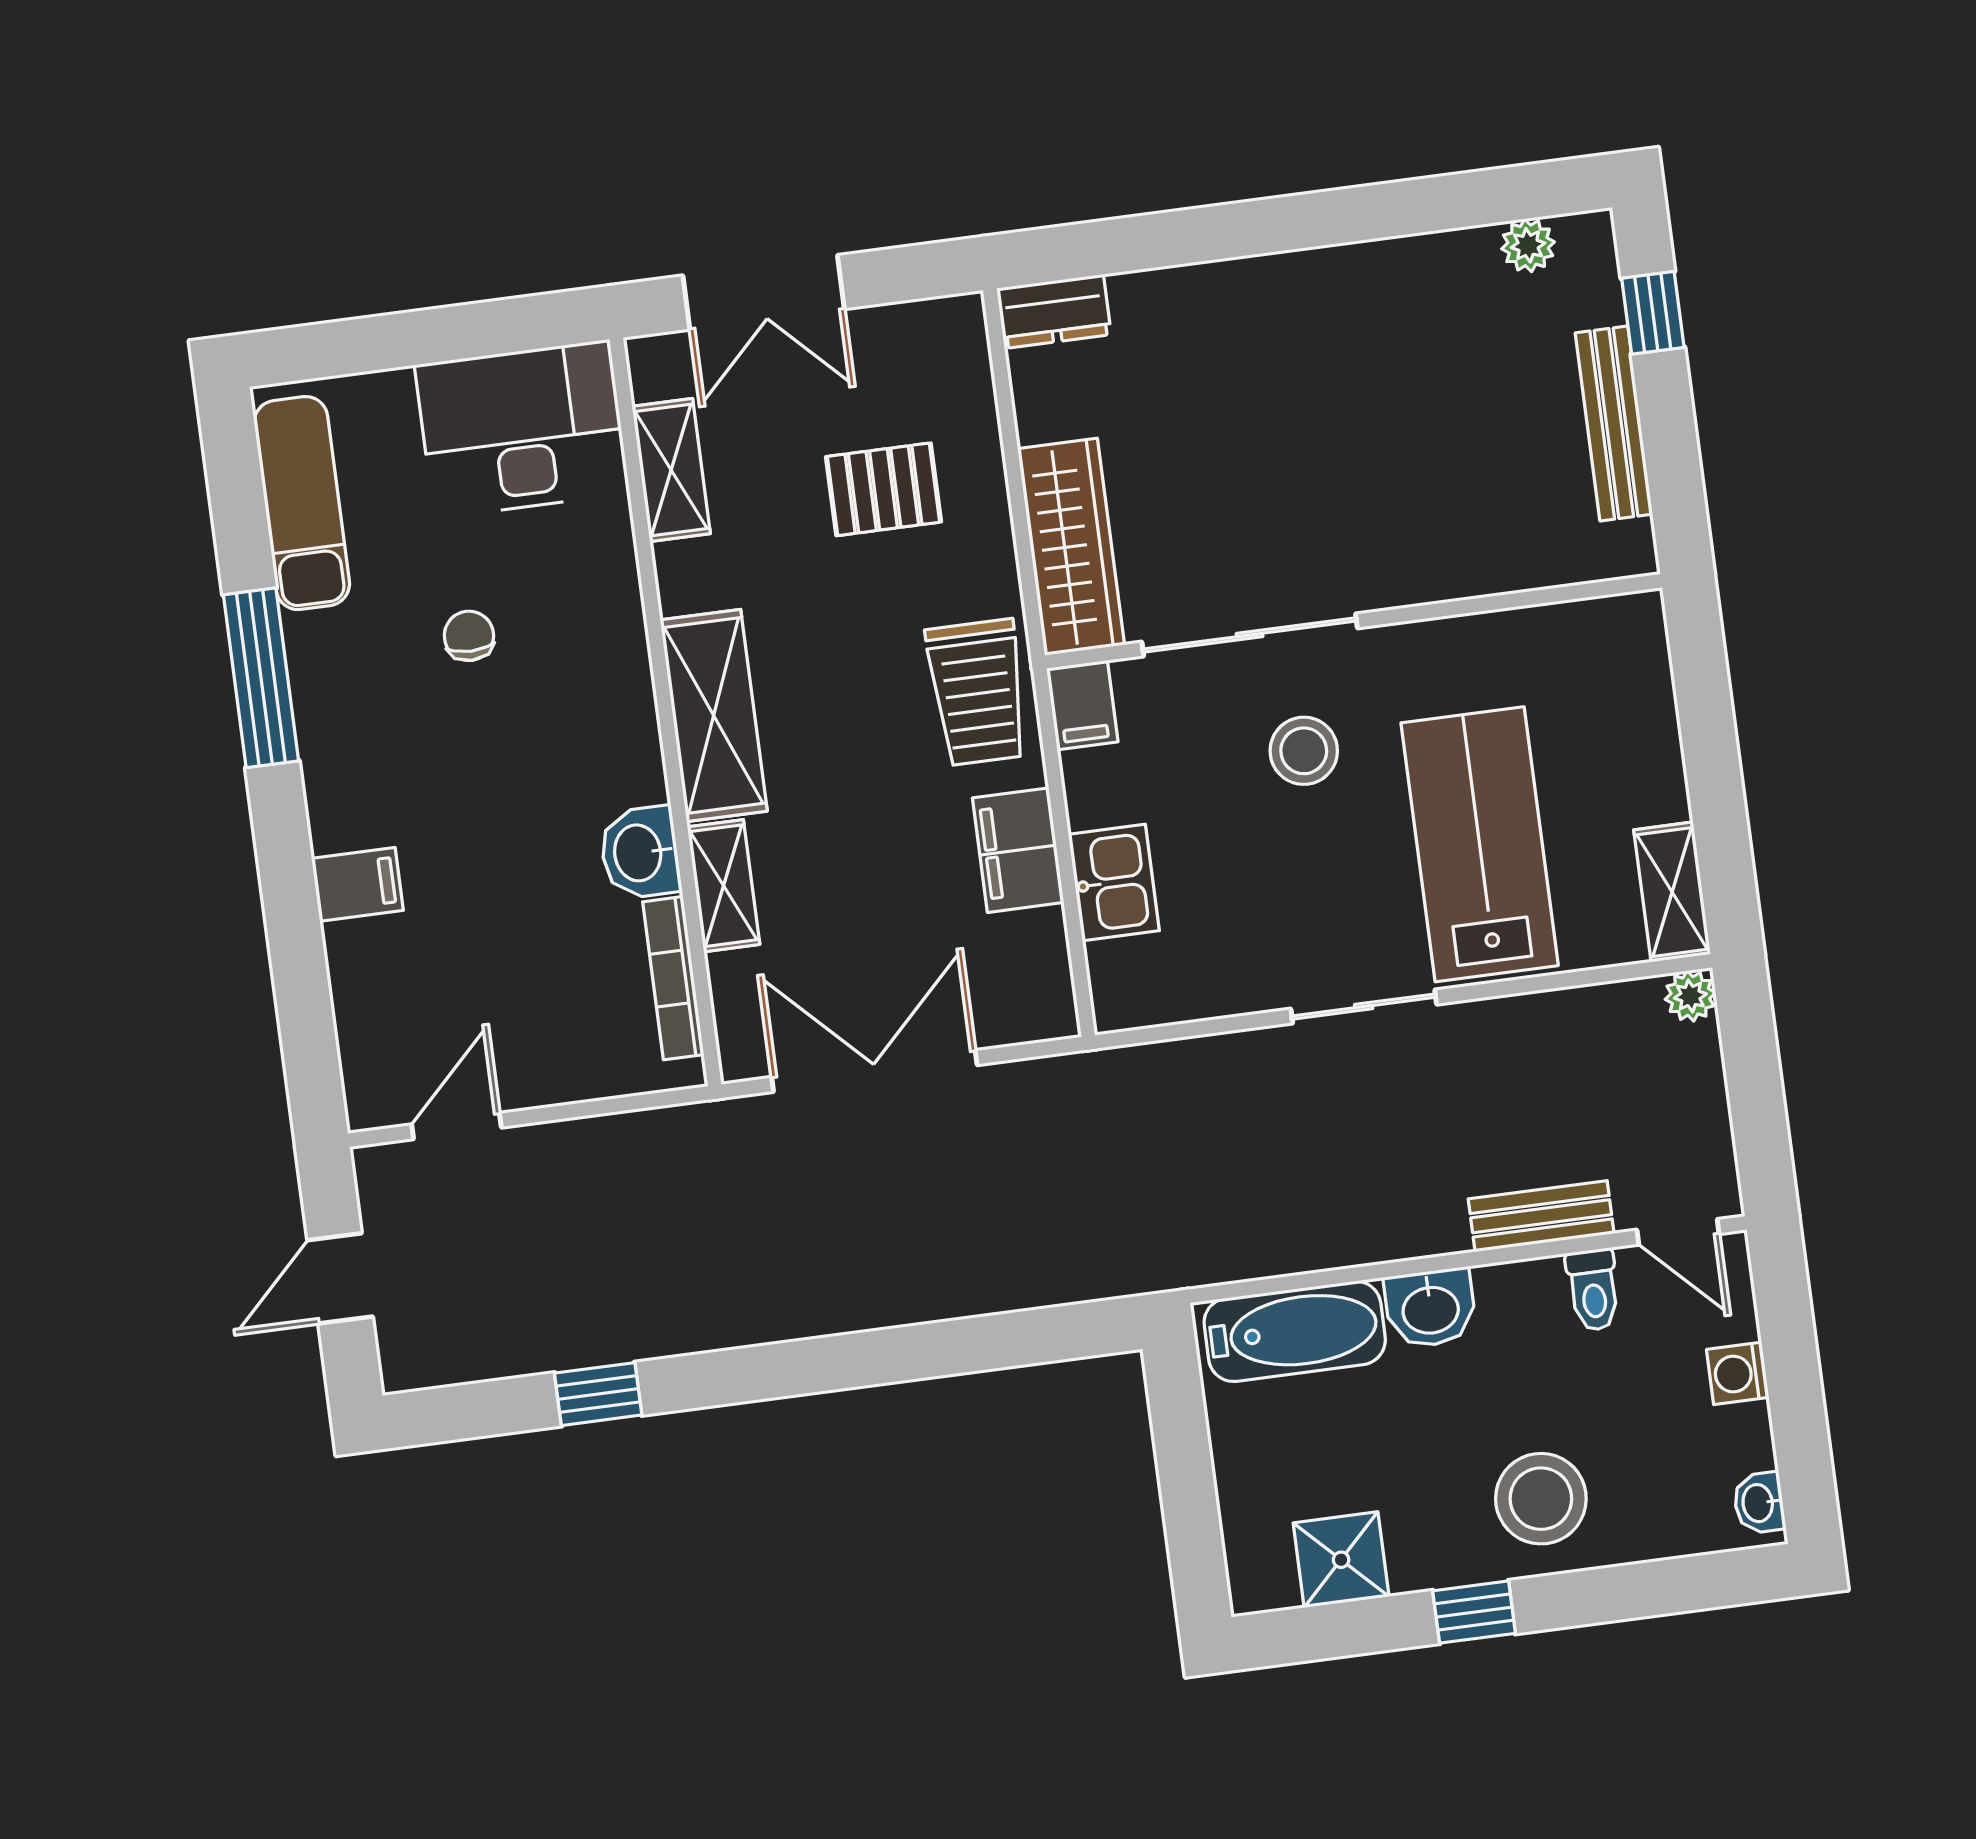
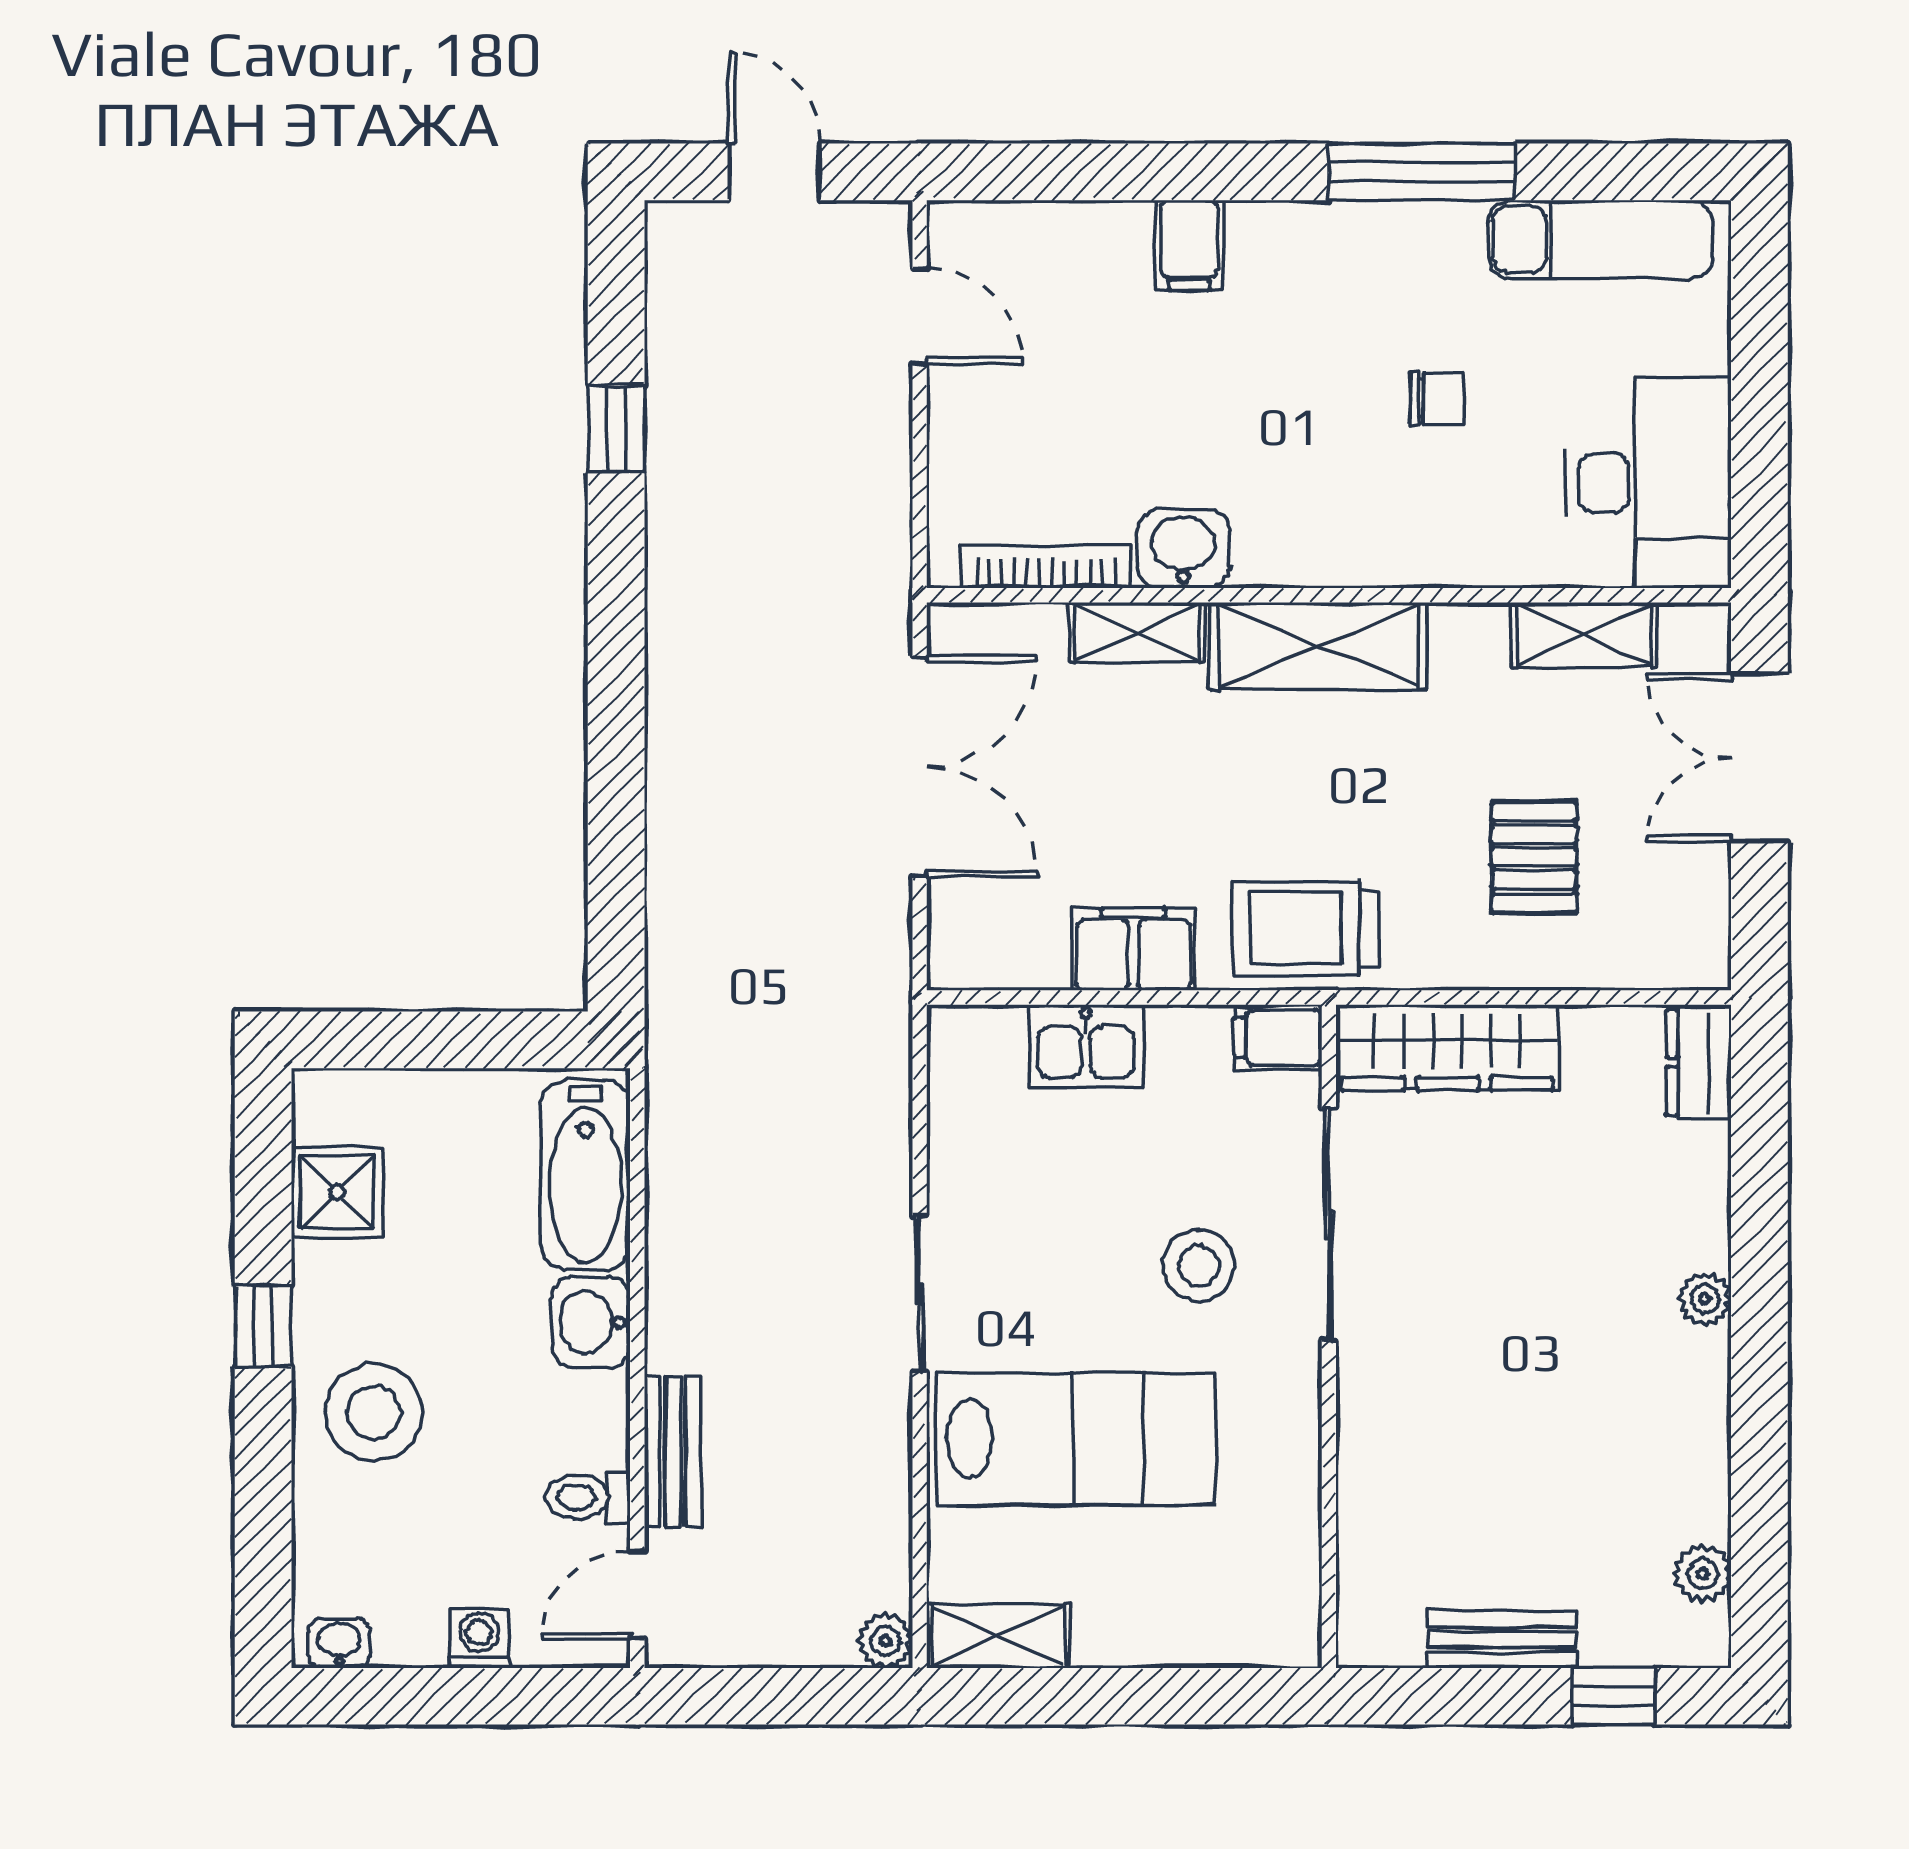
plant: (1273, 277) -> (1705, 1299), added
bench: (1614, 424) -> (1502, 1640), width x0.73

